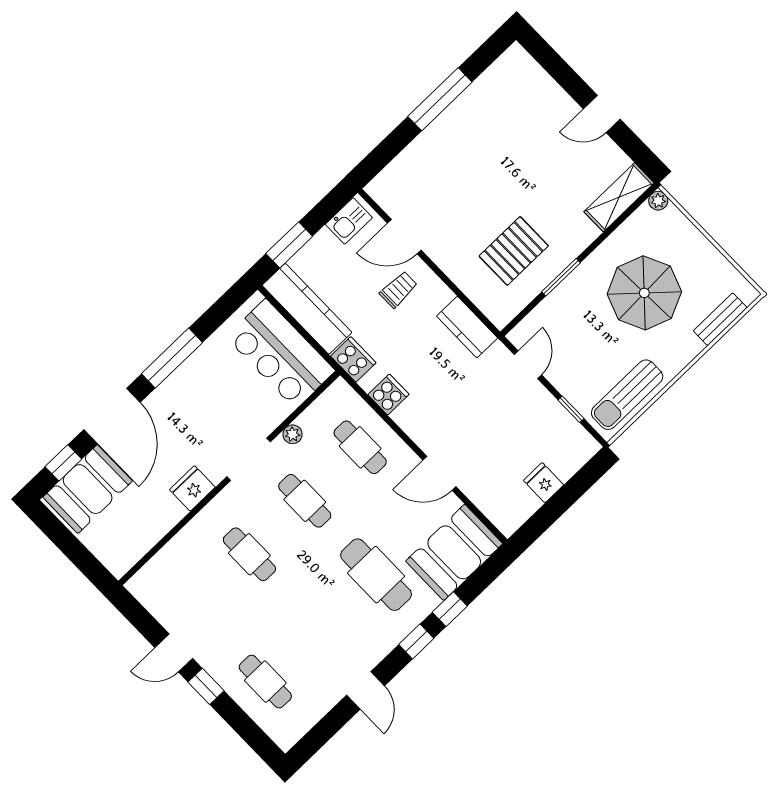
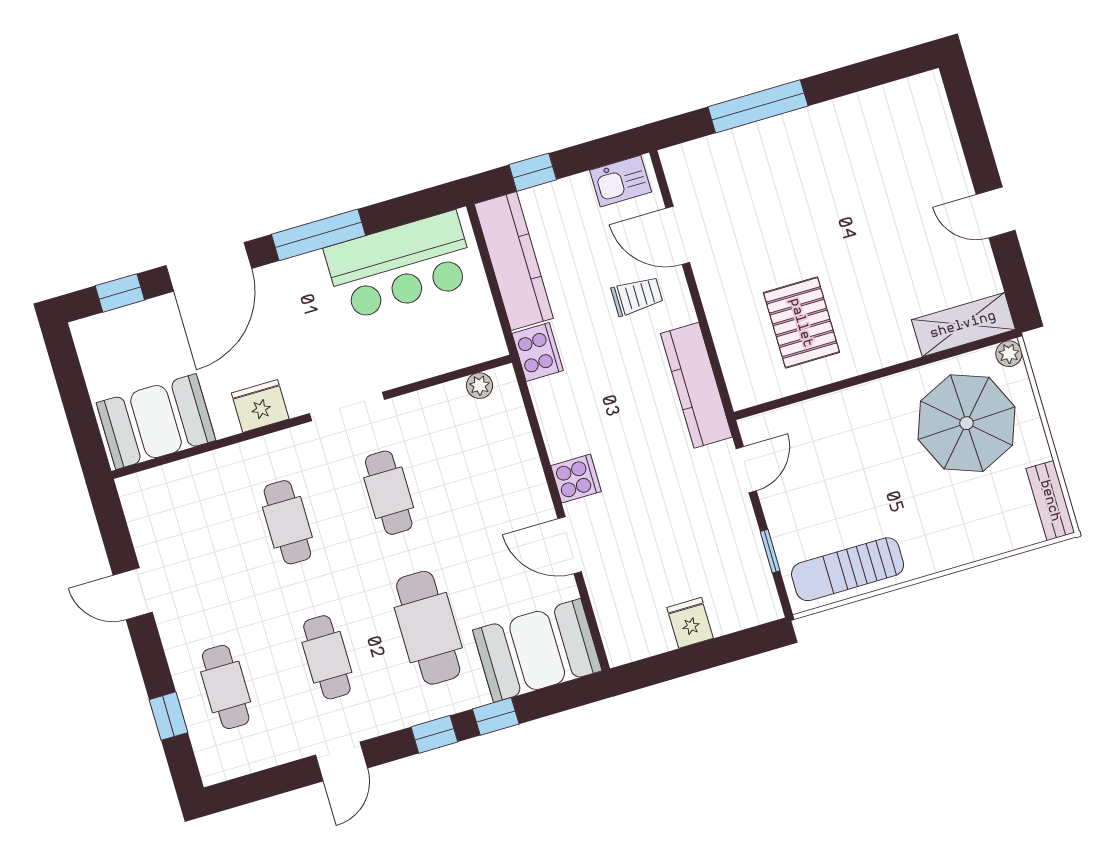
window: (440, 99) -> (758, 106), moved
window: (289, 245) -> (533, 172), width x0.67
pallet: (514, 251) -> (801, 323), turned 90
window: (561, 277) -> (842, 385), removed
parasol: (644, 293) -> (967, 423), moved
bench: (720, 319) -> (1050, 501), moved, turned 90
kitchen counter: (467, 327) -> (696, 385), width x1.50
bar counter: (281, 354) -> (400, 266), moved, turned -90
cooker: (388, 395) -> (576, 479), moved
plant: (292, 434) -> (480, 386), moved
cafe table: (360, 447) -> (327, 657), moved
booth: (88, 489) -> (156, 422), moved
window: (206, 686) -> (169, 716), moved

